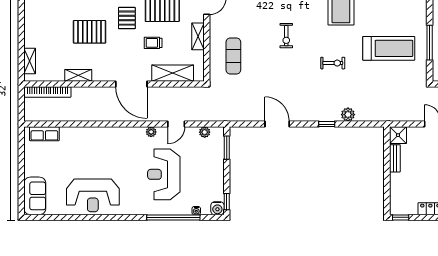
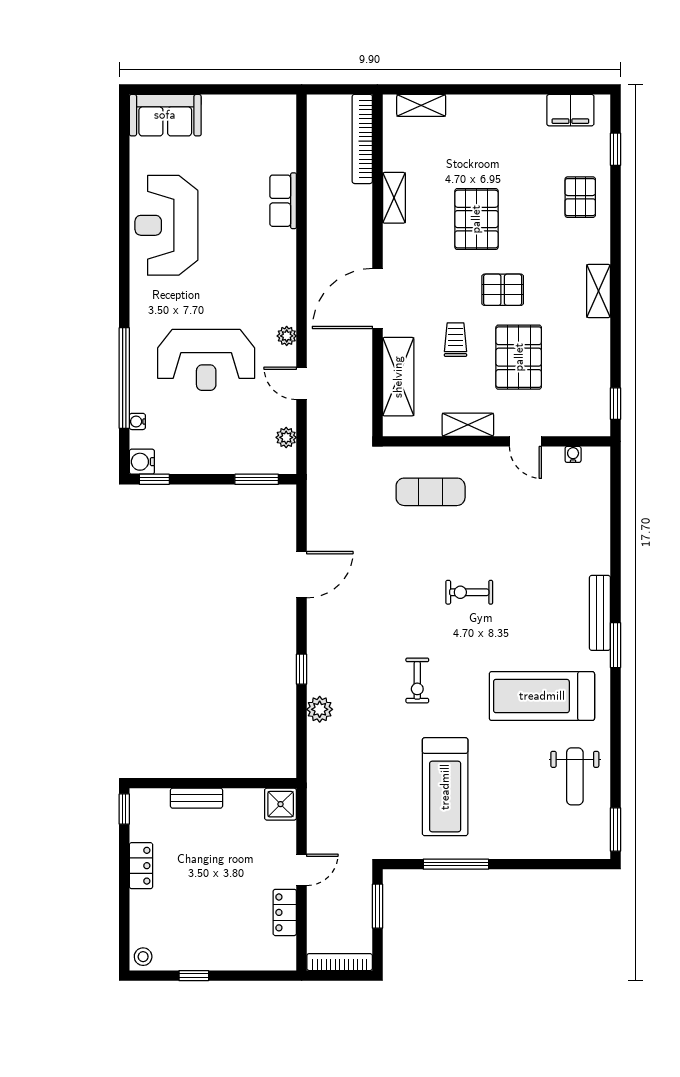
row of seats: (44, 134) -> (283, 201), moved
bench: (395, 158) -> (197, 798), moved
reception desk: (164, 174) -> (206, 360), turned 180

